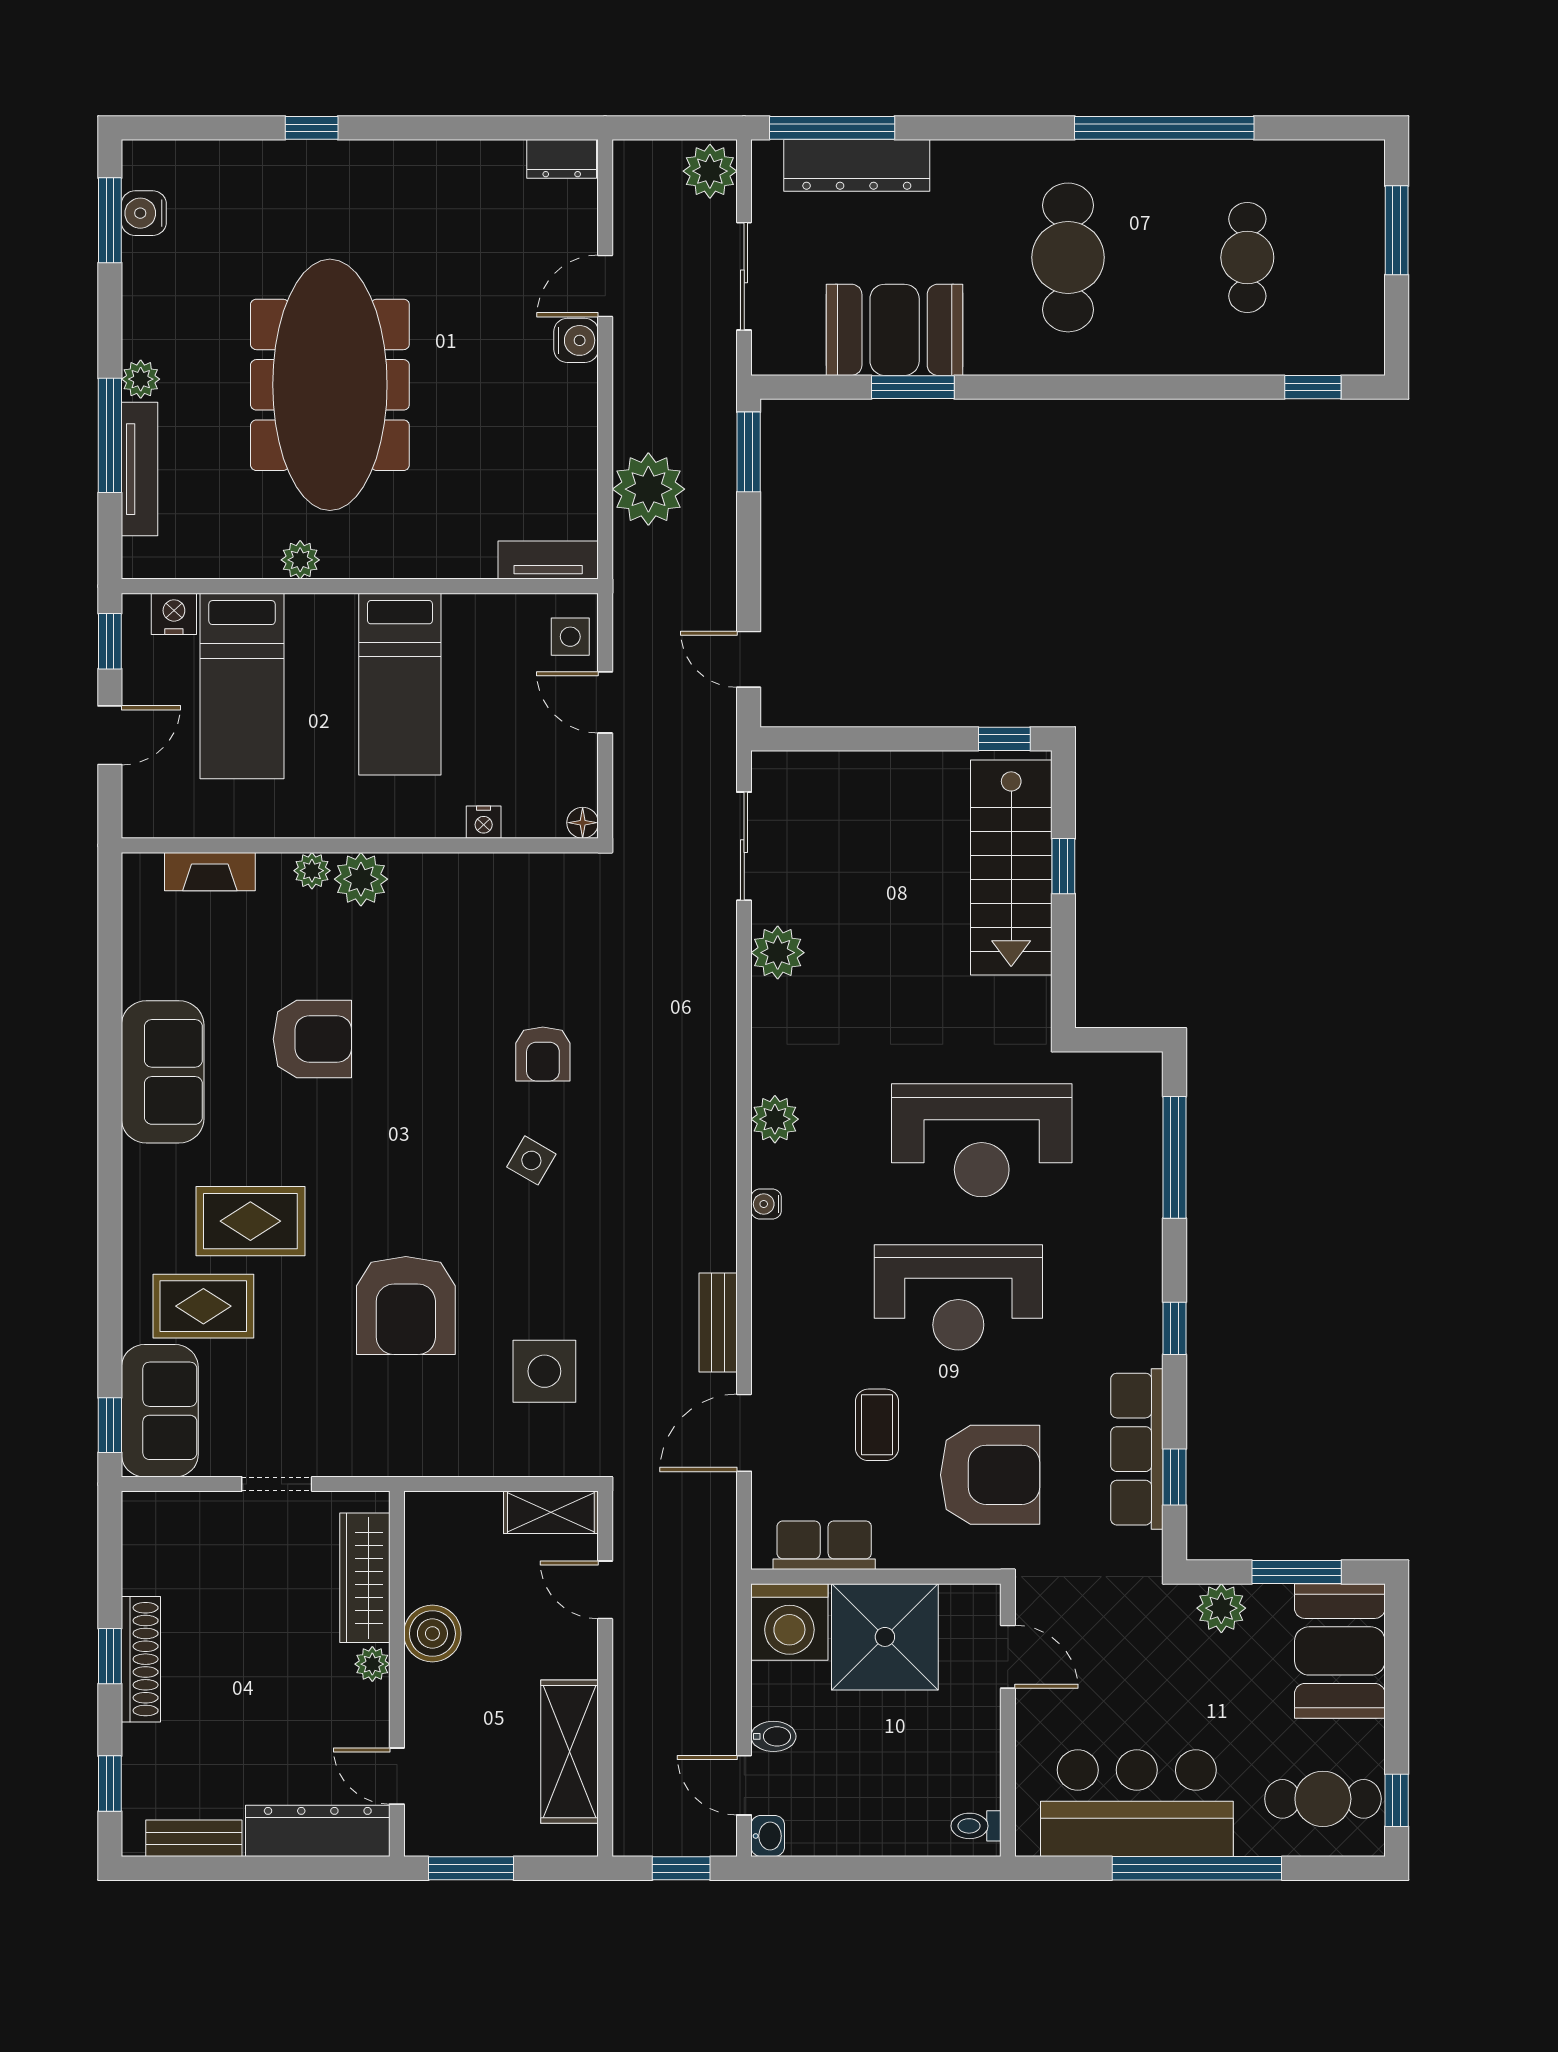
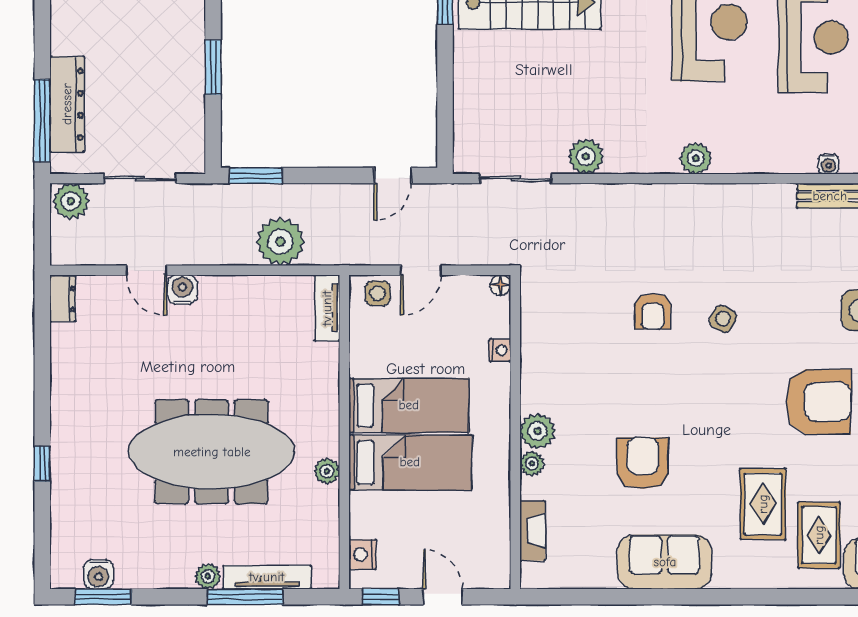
booth: (895, 330) -> (175, 79), removed
bed: (242, 686) -> (410, 462), moved
armchair: (543, 1054) -> (653, 311), turned 90
water cooler: (766, 1204) -> (828, 164), moved

